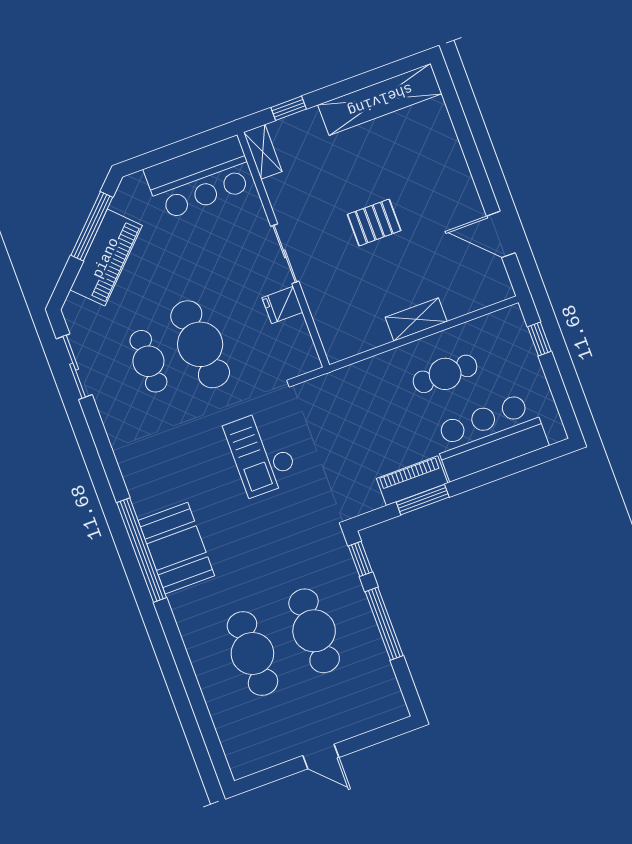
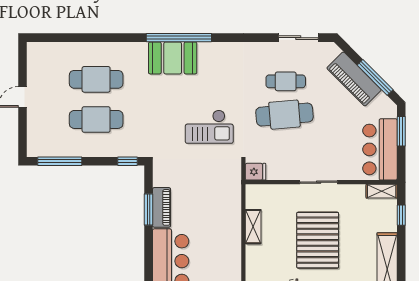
window: (160, 156) -> (401, 131), added
pallet: (374, 222) -> (318, 240), width x2.05, depth x2.00
fridge: (282, 305) -> (256, 172), moved, turned 90
shelving: (416, 319) -> (253, 227), moved
cafe table: (445, 374) -> (216, 249), removed
checkout: (261, 453) -> (209, 127), turned 180
window: (384, 624) -> (60, 161), moved

